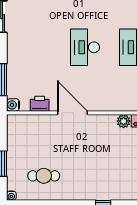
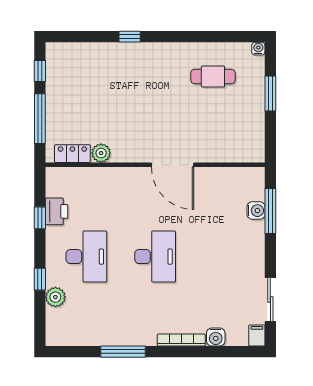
printer: (40, 104) -> (219, 178), removed
water cooler: (13, 105) -> (256, 211), moved

